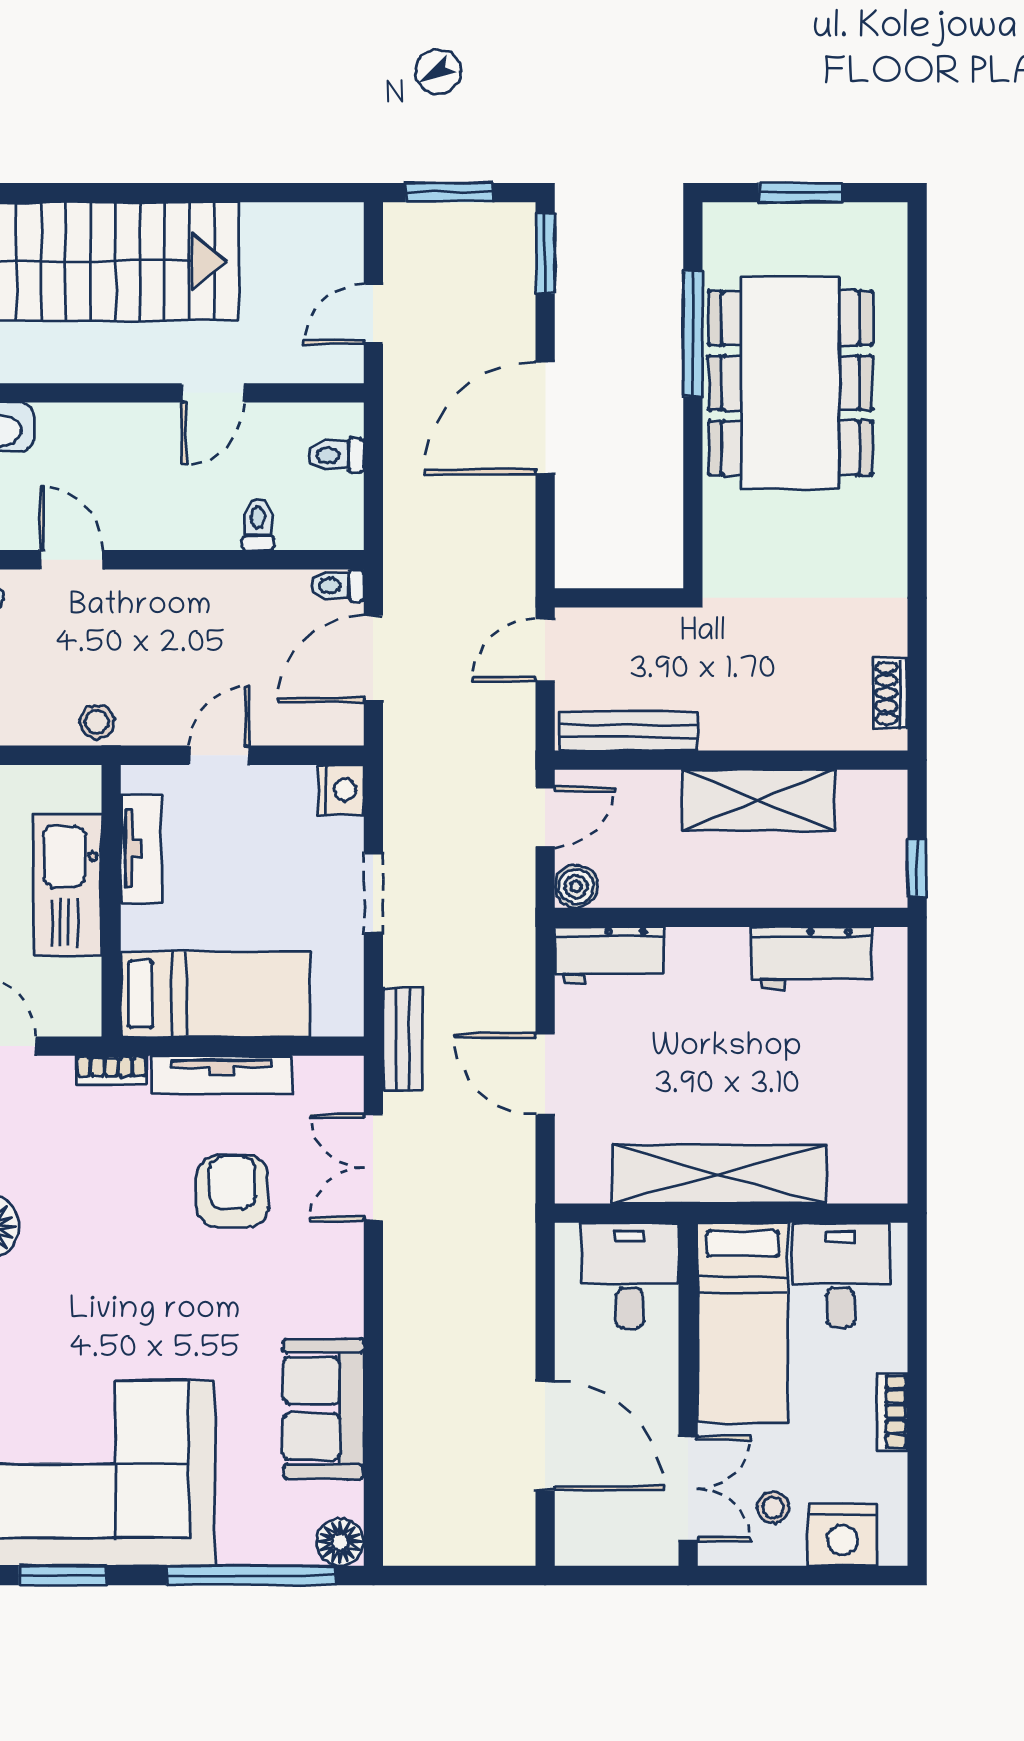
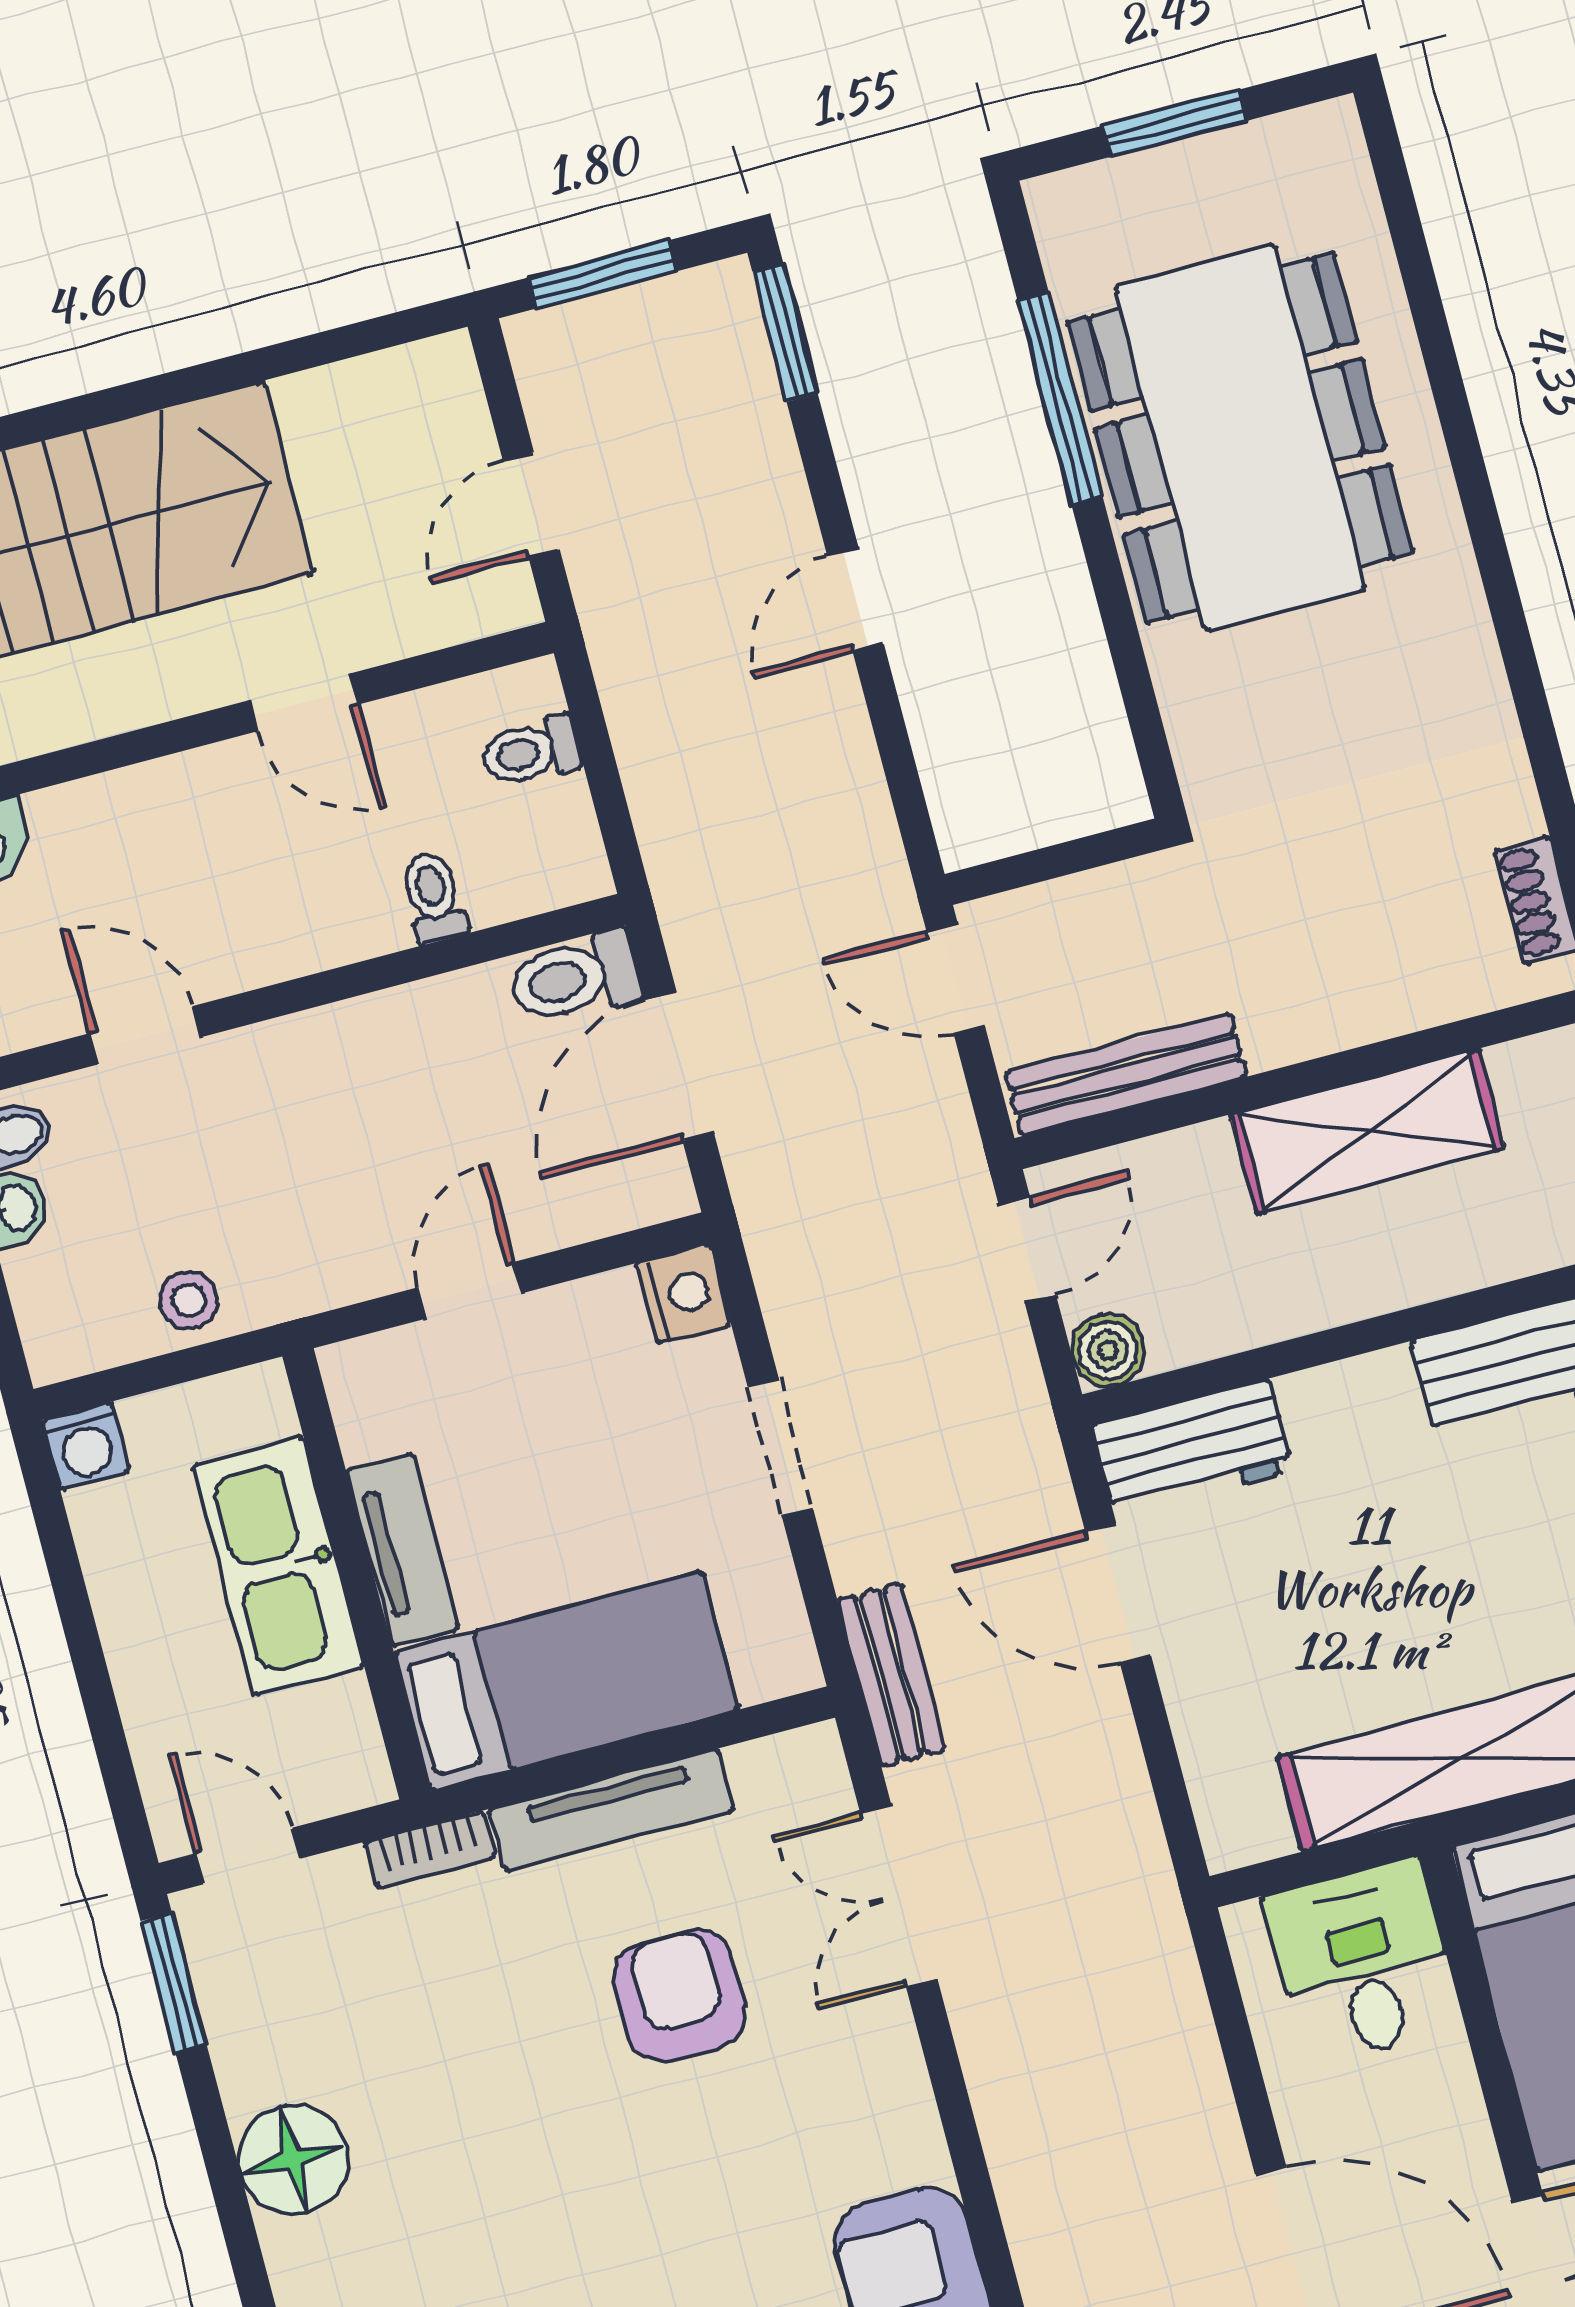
door: (213, 393) -> (304, 702), hinge flipped
door: (545, 418) -> (856, 600), width x0.53
toilet: (337, 586) -> (575, 978), width x1.37, depth x1.39
door: (545, 650) -> (956, 979), hinge flipped
stool: (97, 722) -> (189, 1300), moved
tv unit: (141, 849) -> (403, 1550), moved
door: (545, 1074) -> (1118, 1593), moved

